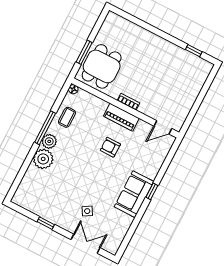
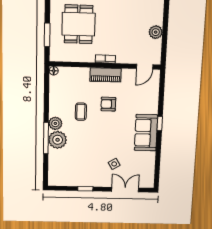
dining table: (102, 66) -> (79, 24), moved
plant: (189, 99) -> (156, 32), added
coffee table: (67, 117) -> (81, 112), moved
window: (45, 128) -> (46, 138), moved

